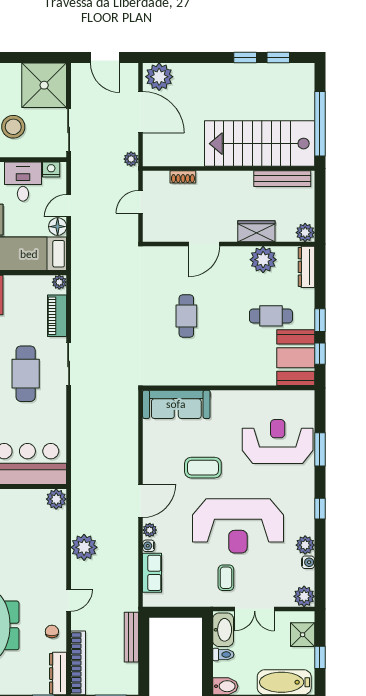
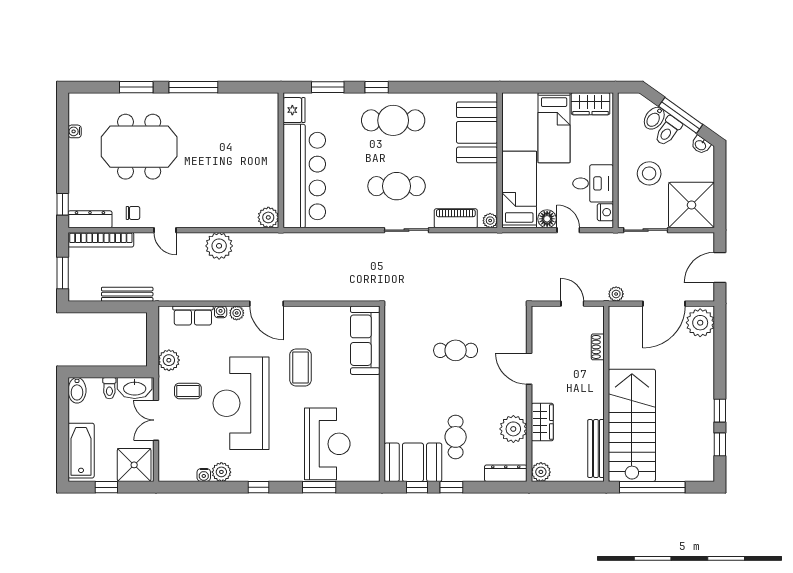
plant: (304, 596) -> (169, 360), moved
shower: (303, 635) -> (134, 465), width x1.36, depth x1.36

